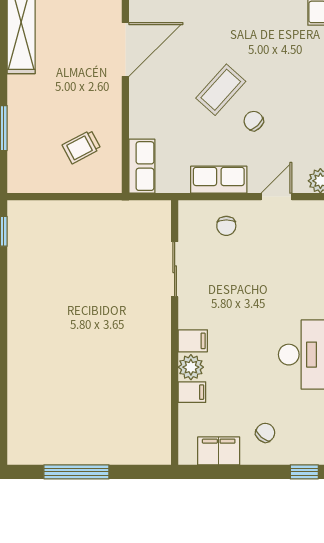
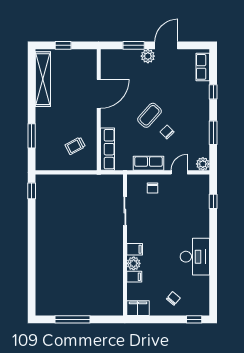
row of seats: (142, 166) -> (107, 149), width x1.48
filing cabinet: (219, 451) -> (138, 308), moved

